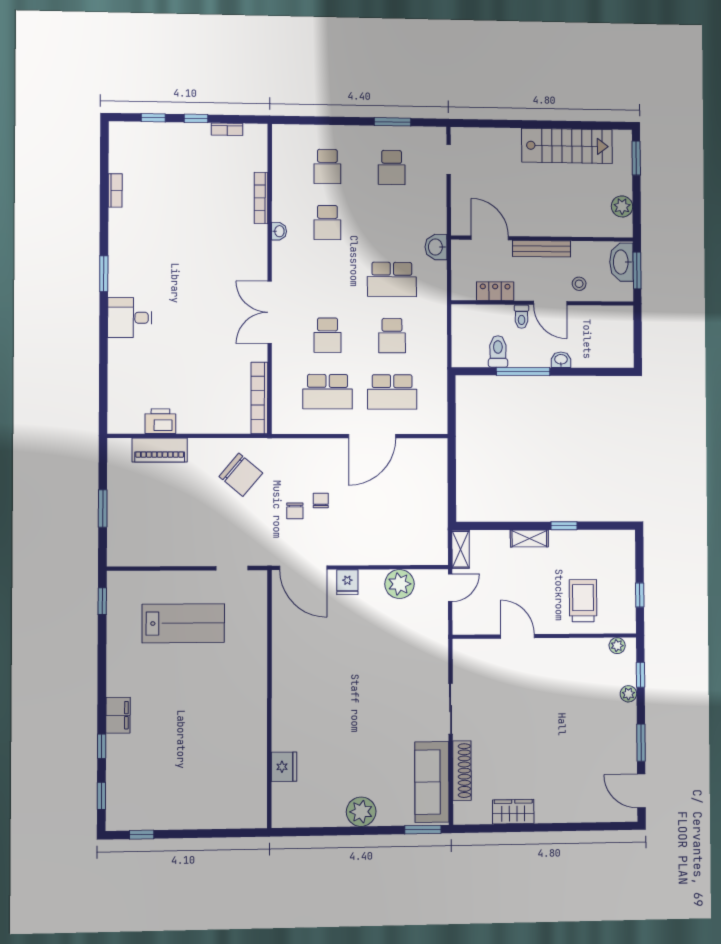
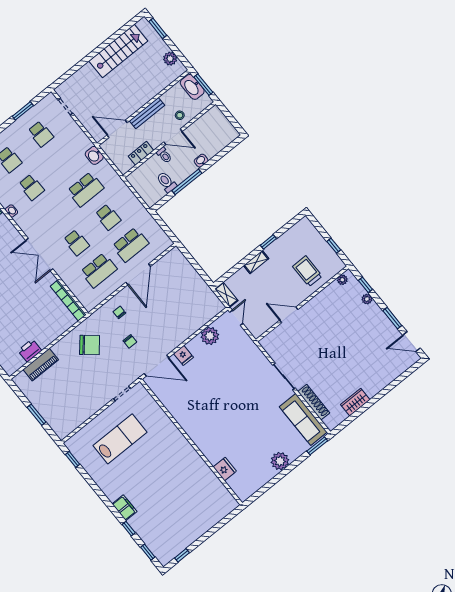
chair: (321, 500) -> (119, 312), moved

